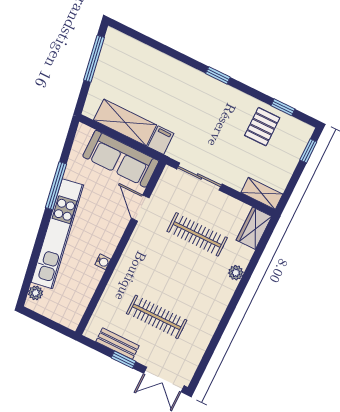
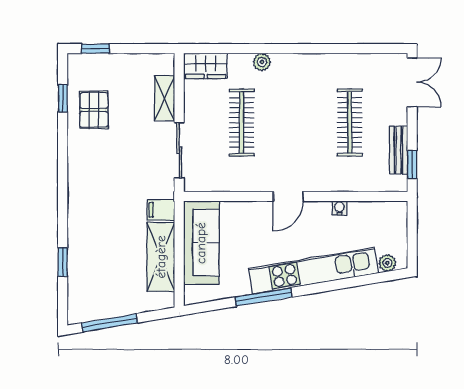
window: (218, 75) -> (63, 262), moved
pallet: (262, 127) -> (94, 110), turned 90
shelving: (262, 193) -> (165, 98), moved
door: (140, 208) -> (288, 196), moved
water cooler: (103, 262) -> (339, 208), moved
window: (123, 360) -> (412, 165), moved

